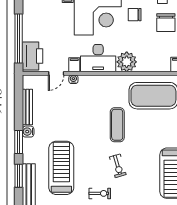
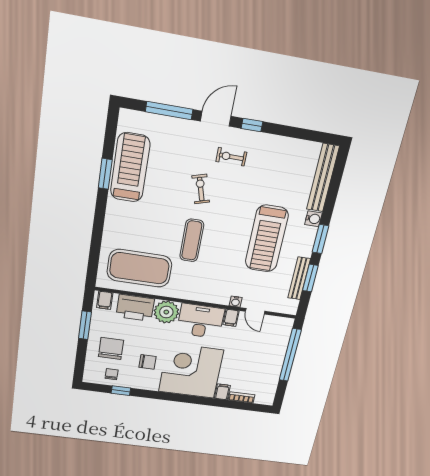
printer: (33, 56) -> (135, 308), moved, turned -90
door: (56, 73) -> (255, 311), swing flipped
water cooler: (28, 132) -> (313, 219), moved
treadmill: (61, 168) -> (267, 239), moved
window: (19, 176) -> (310, 278), moved

